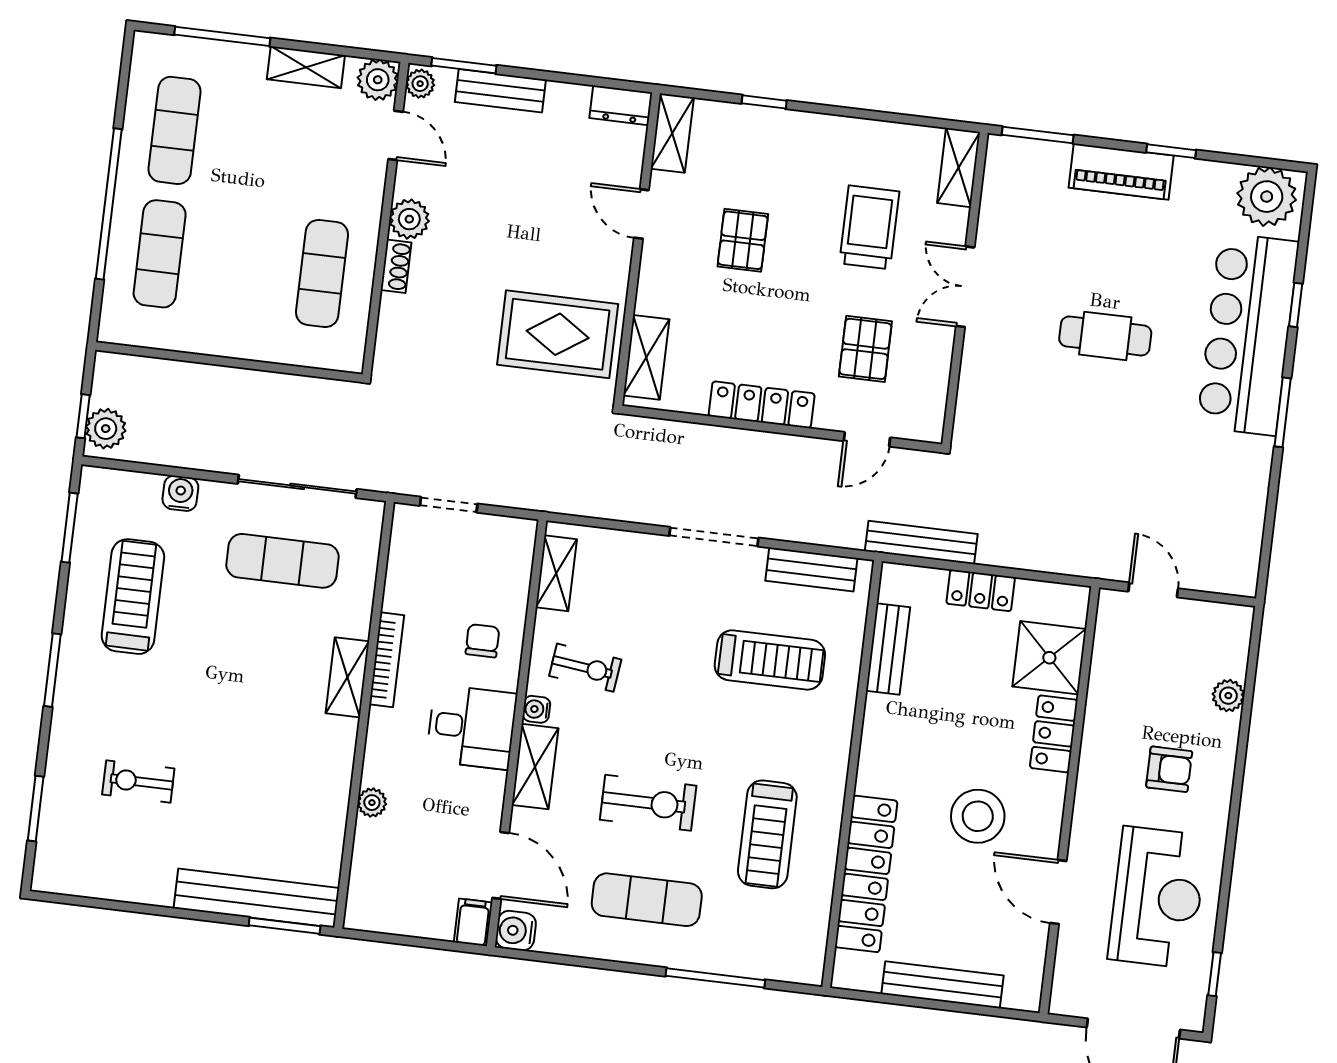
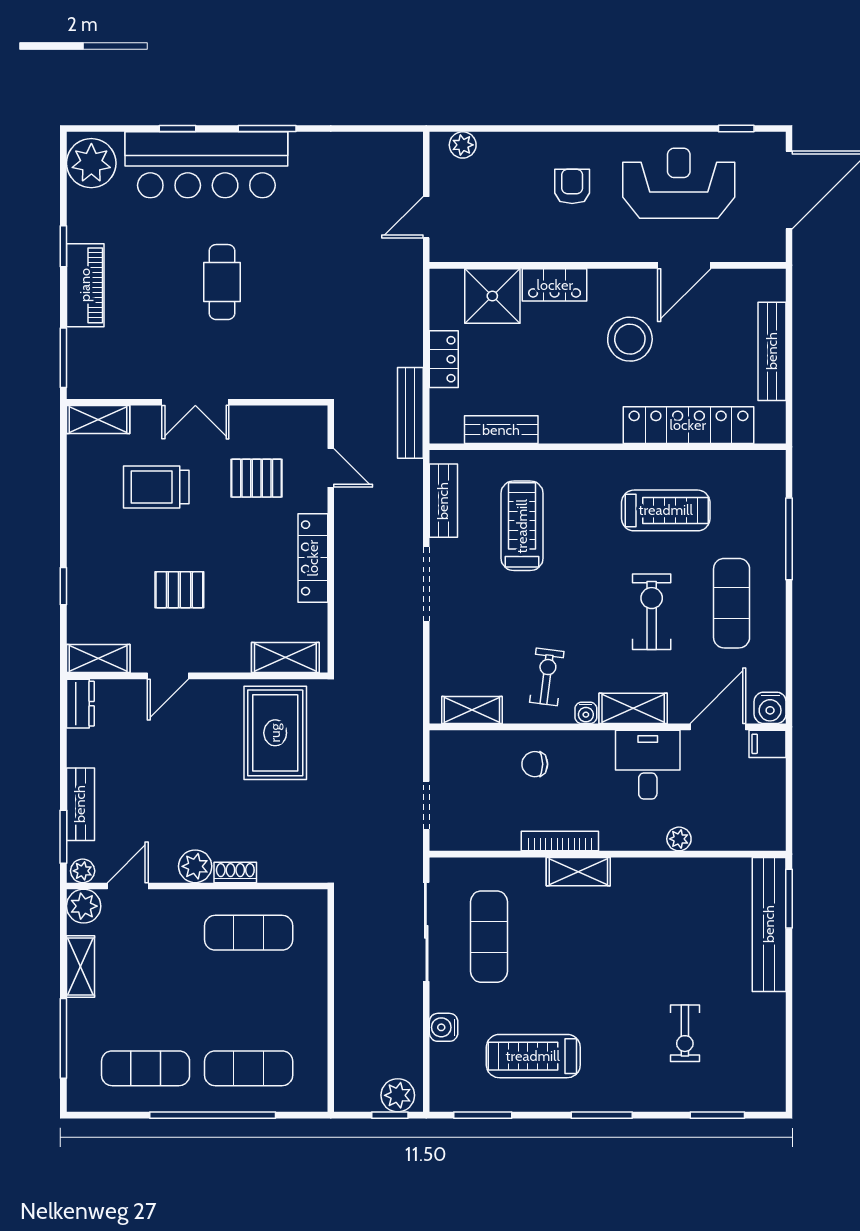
plant: (1228, 696) -> (463, 145), moved
desk: (471, 727) -> (648, 765), moved

